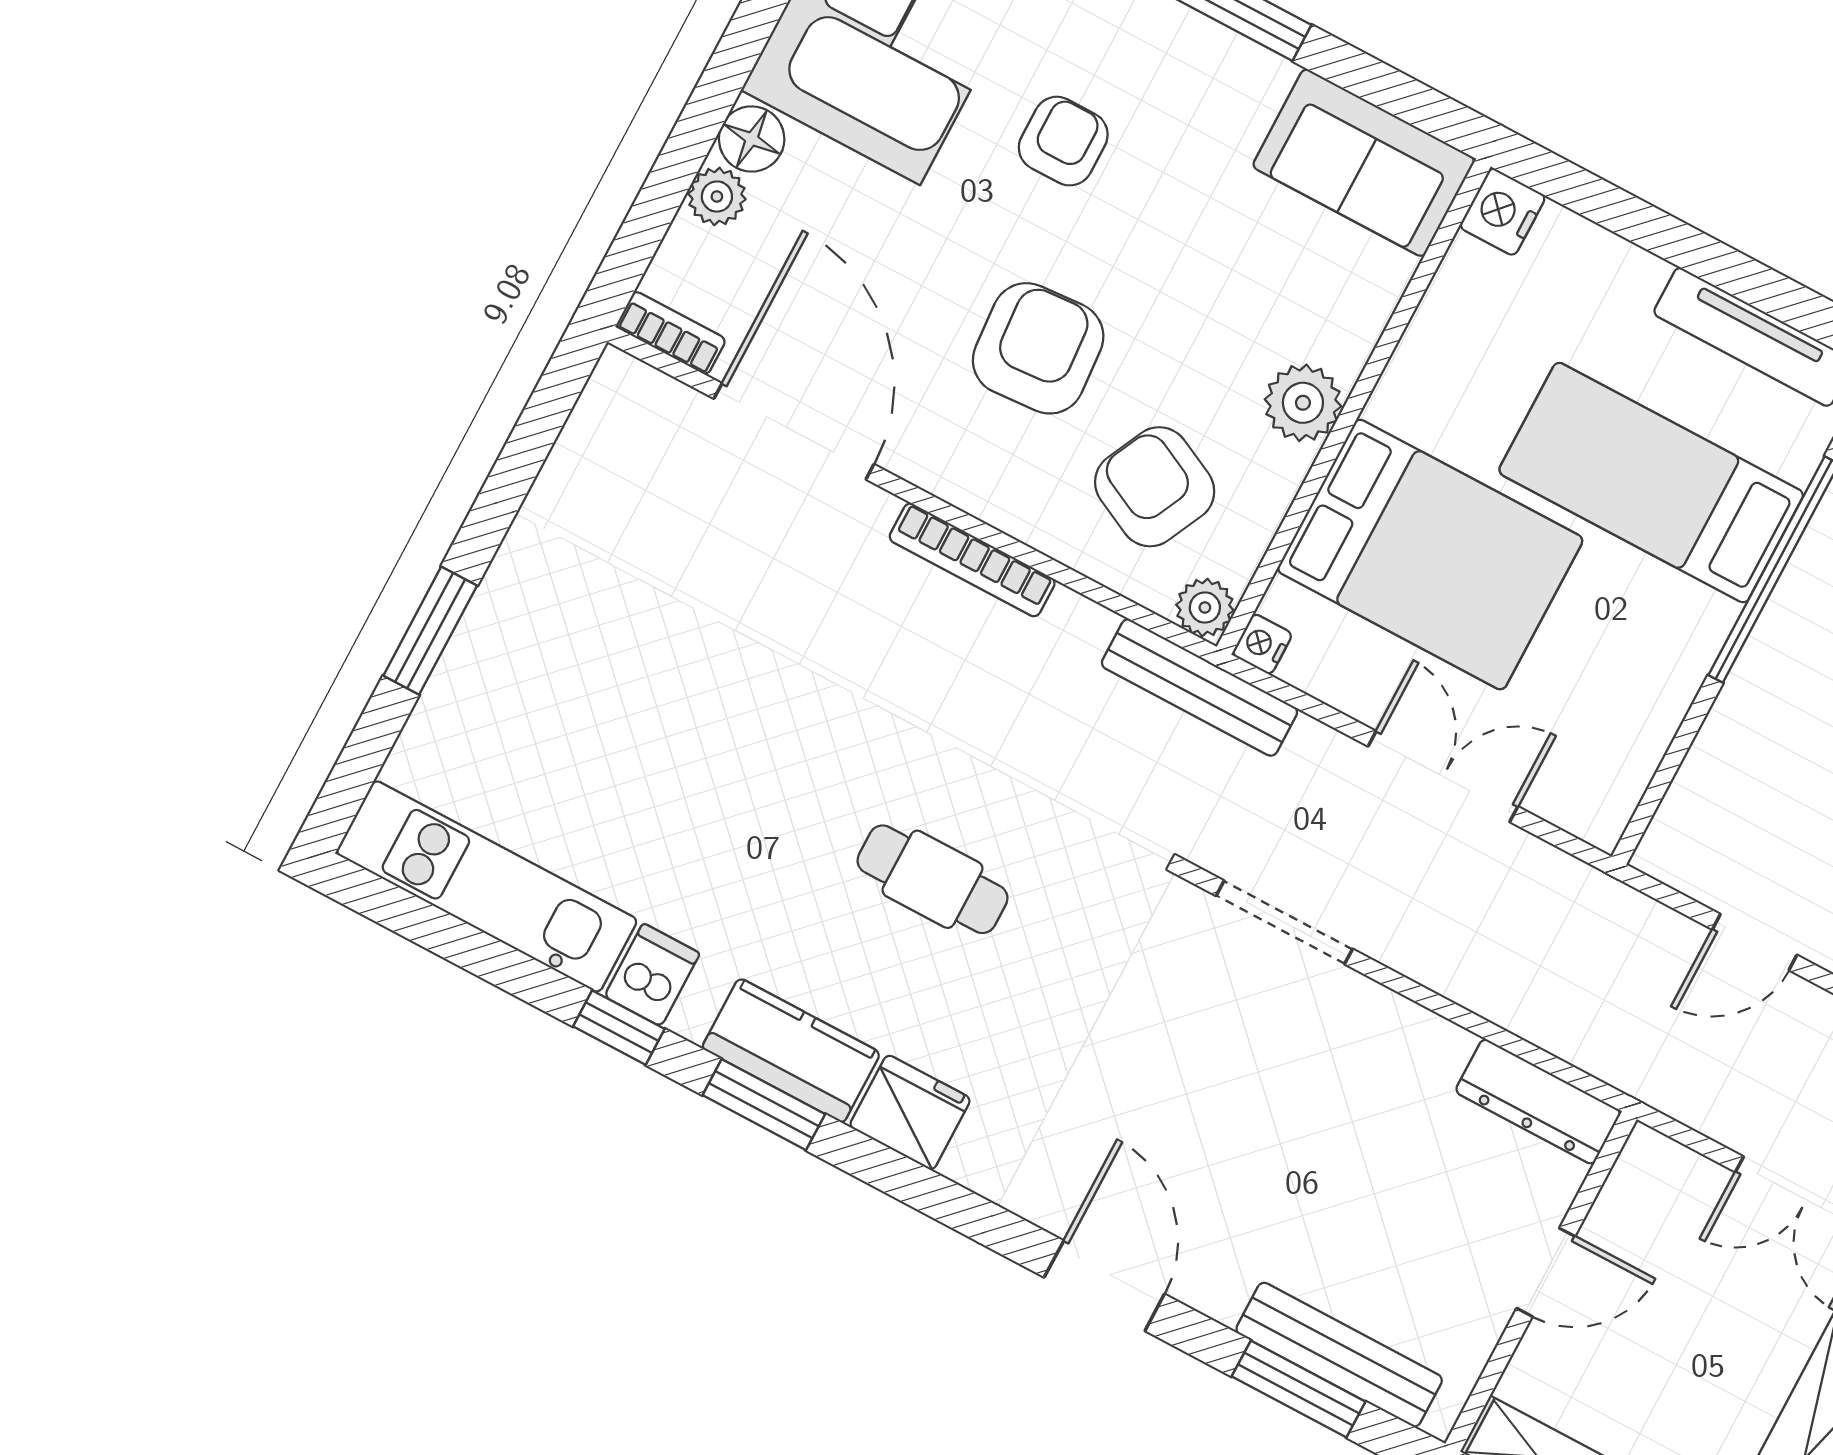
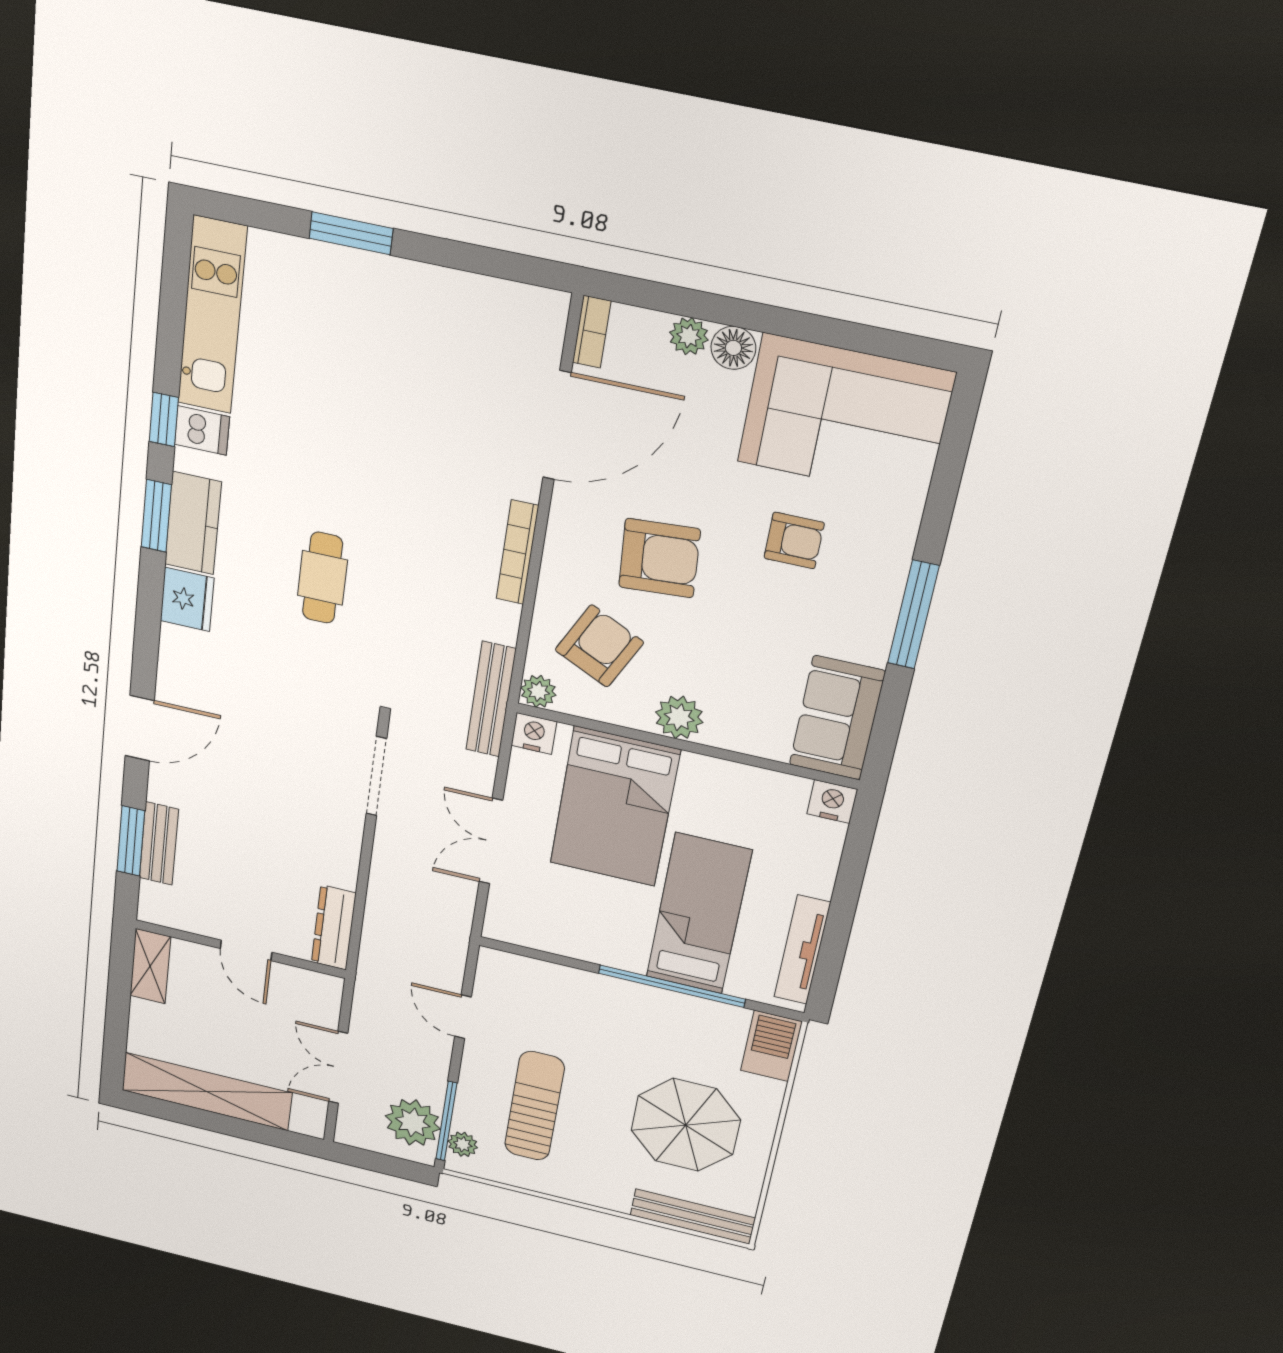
nightstand: (1262, 644) -> (534, 733), width x1.39, depth x1.35
double door: (1443, 776) -> (491, 841), swing flipped
bench: (1339, 1355) -> (159, 844), width x0.73

